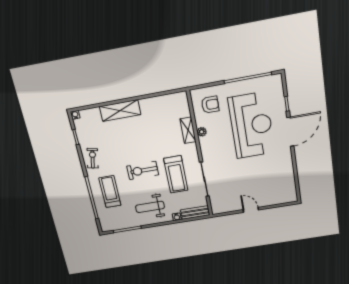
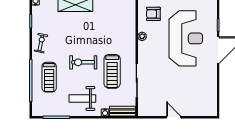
armchair: (210, 105) -> (153, 14), turned 180
shelving: (188, 130) -> (130, 33), removed
treadmill: (110, 192) -> (49, 77), turned 180

